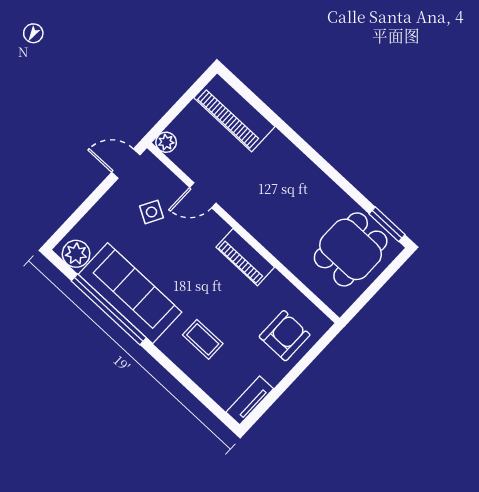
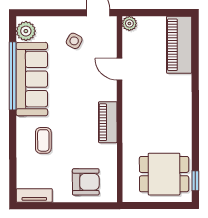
side table: (151, 212) -> (74, 41), moved
window: (387, 224) -> (195, 181), width x0.67

